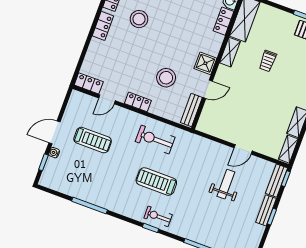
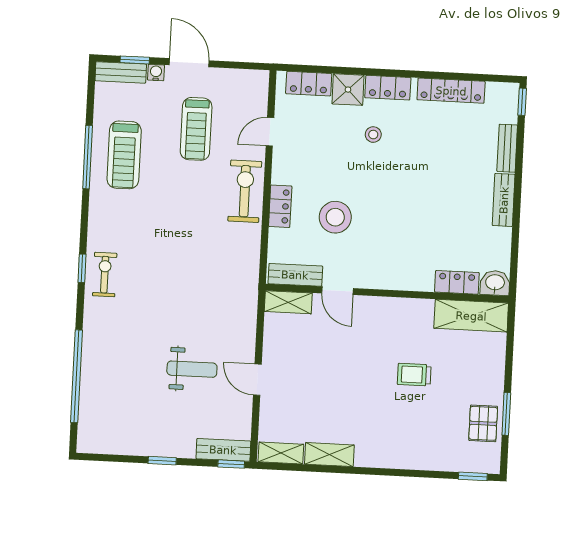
stool: (139, 19) -> (373, 135), moved, width x0.53, depth x0.53
shelving: (230, 52) -> (288, 302), moved
shower: (205, 63) -> (348, 90), moved
locker: (89, 83) -> (309, 84), moved, turned 90
door: (107, 99) -> (270, 132), hinge flipped
locker: (138, 102) -> (280, 206), moved
exercise bike: (155, 139) -> (245, 191), moved
treadmill: (156, 182) -> (124, 155), moved, turned 180
bench: (266, 210) -> (121, 72), moved

